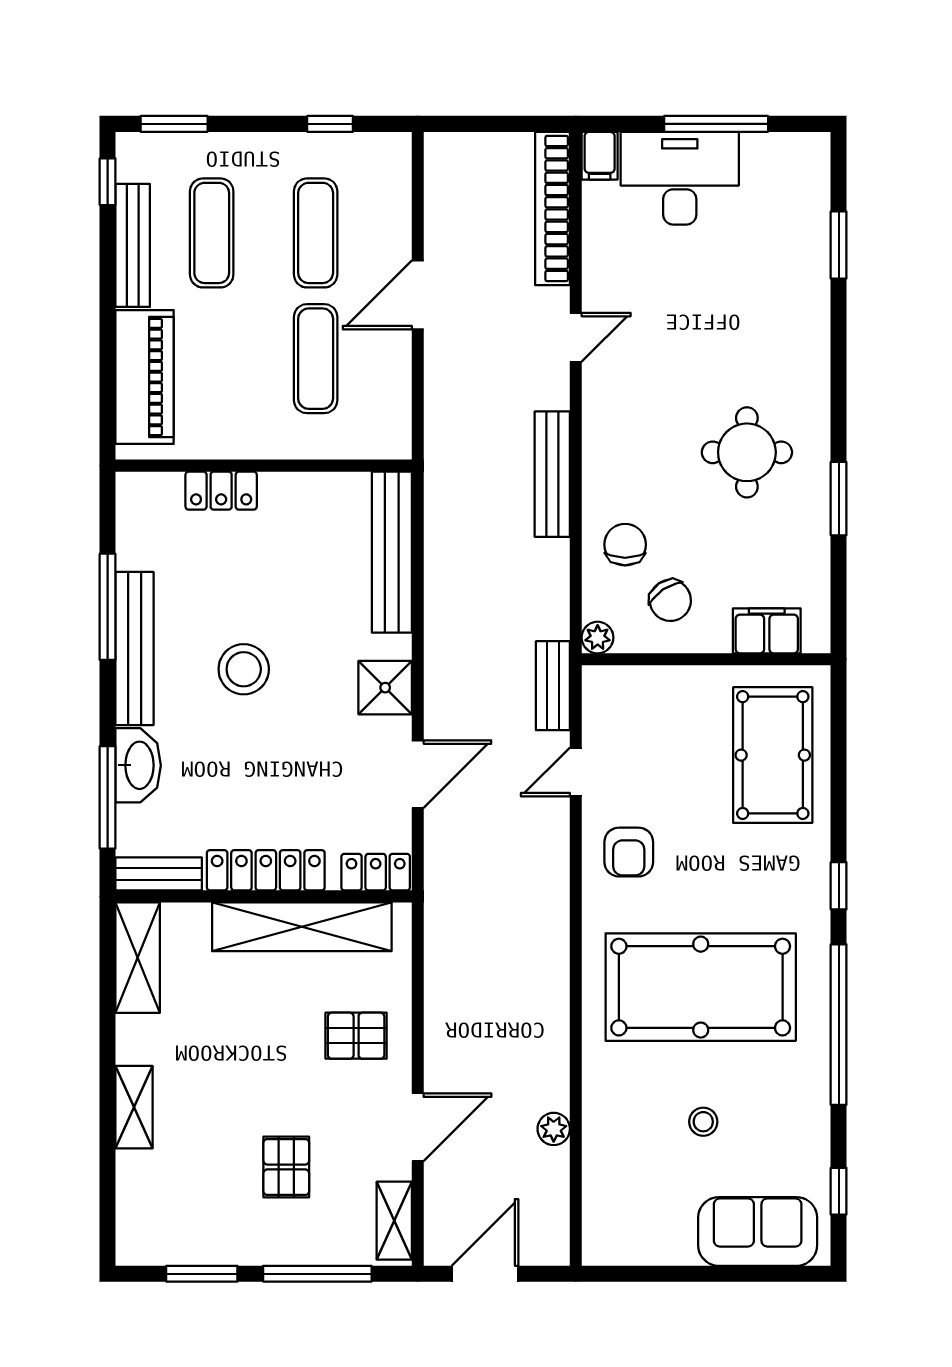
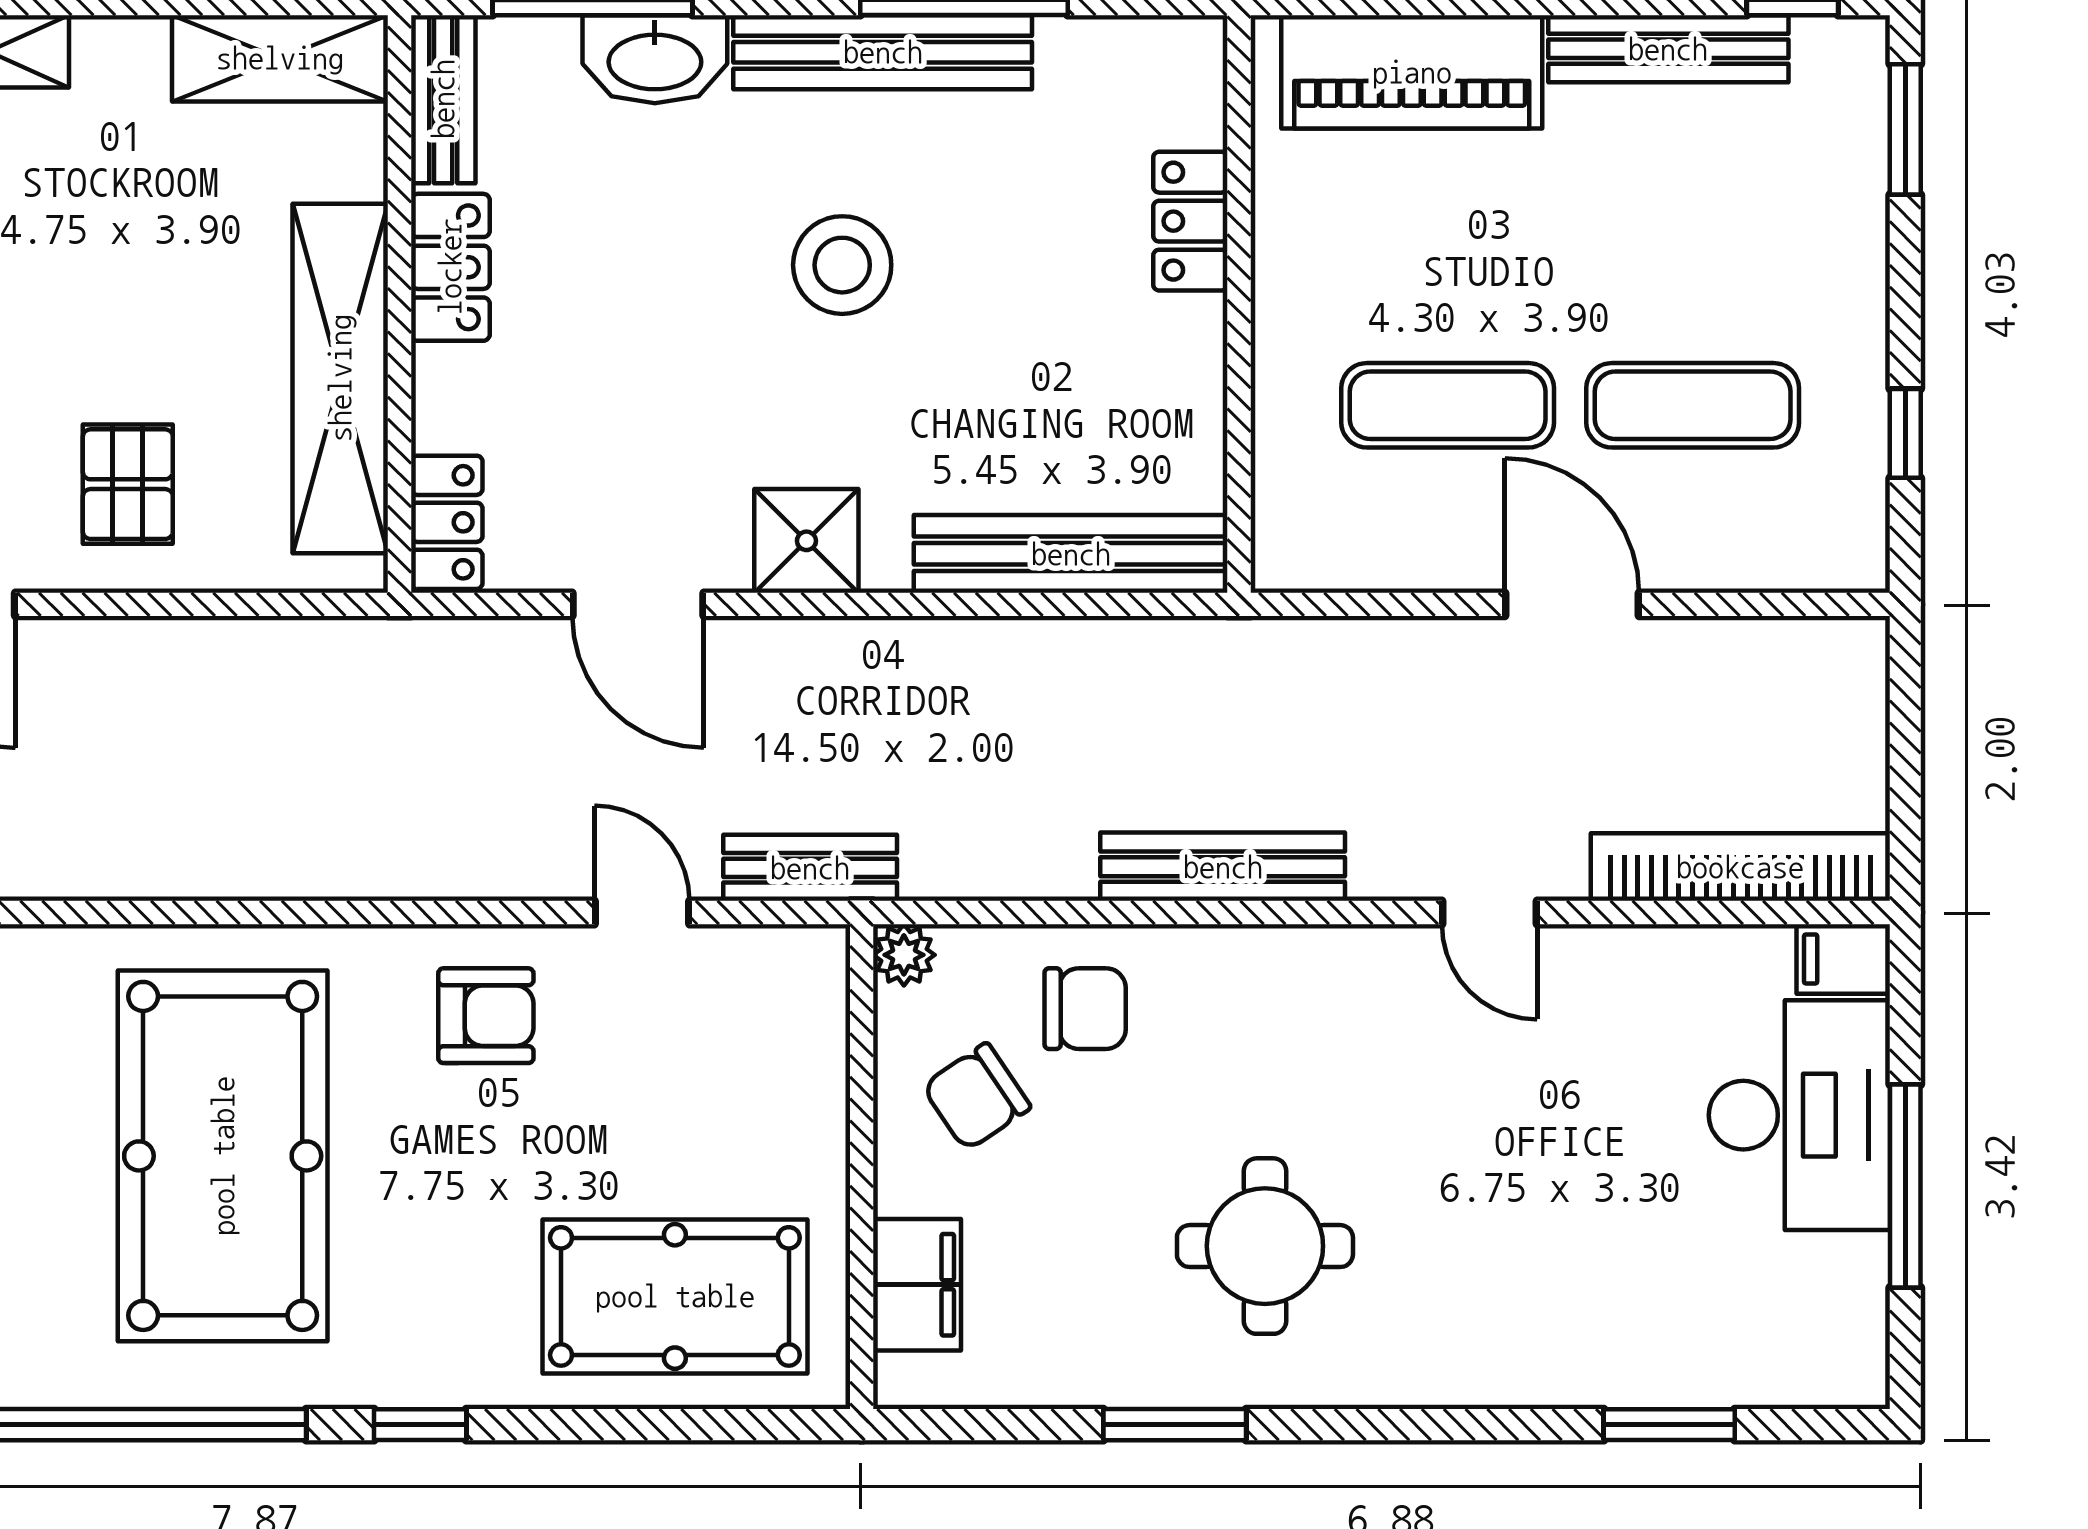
exercise mat: (212, 233) -> (1693, 203), removed
armchair: (629, 852) -> (486, 1016), turned 180
locker: (266, 870) -> (450, 267), width x0.66

